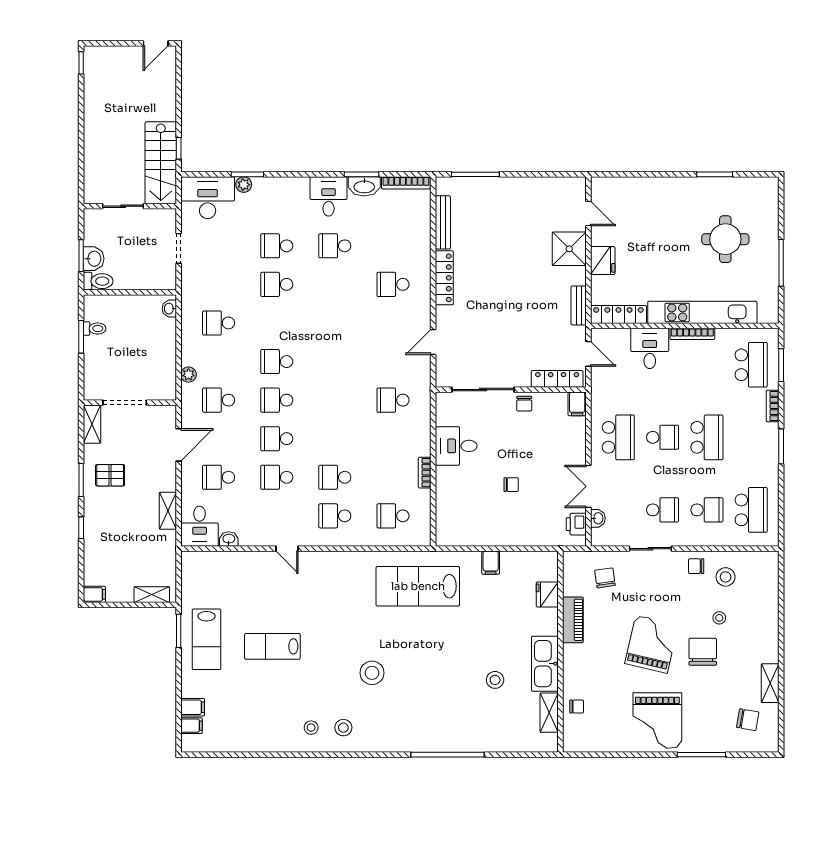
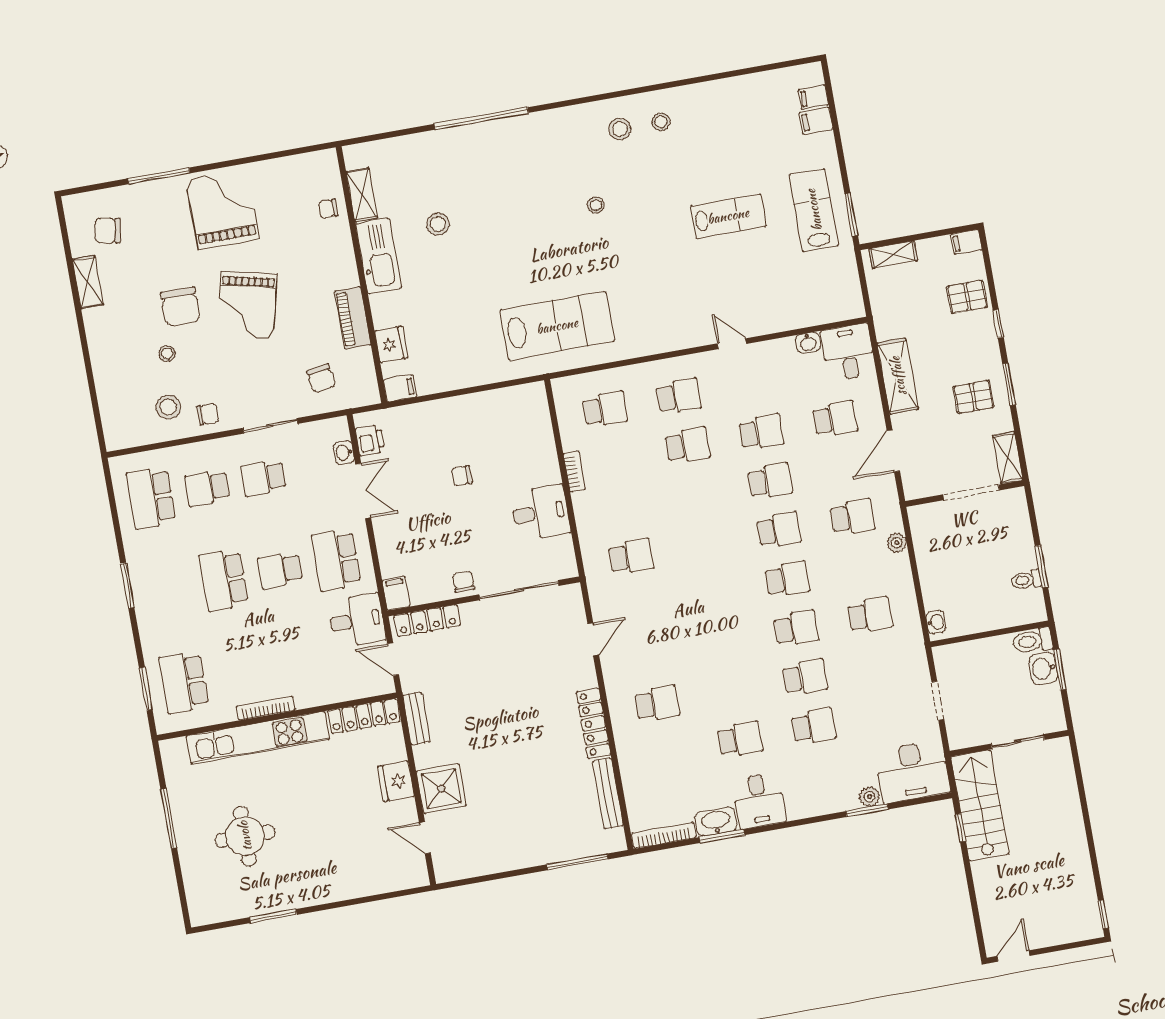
school desk: (277, 323) -> (796, 628), added
desk: (650, 348) -> (357, 621), moved, turned -90
bookcase: (773, 406) -> (147, 635), removed
shelving: (168, 511) -> (898, 376), width x1.50, depth x1.33
pallet: (101, 552) -> (967, 297), added
filing cabinet: (491, 563) -> (400, 388), moved, turned 90
stool: (372, 673) -> (596, 205), width x0.53, depth x0.53

